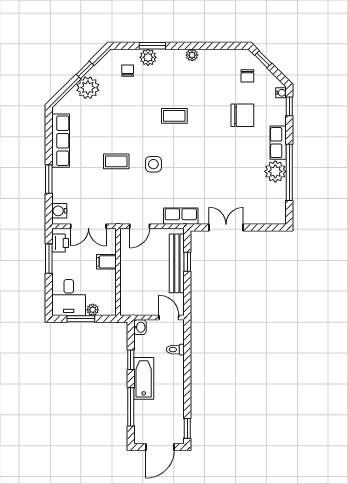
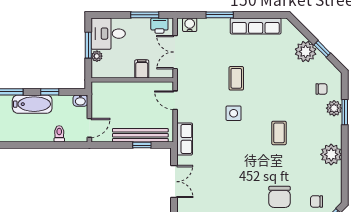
plant: (192, 55) -> (331, 154), width x1.88, depth x1.88

